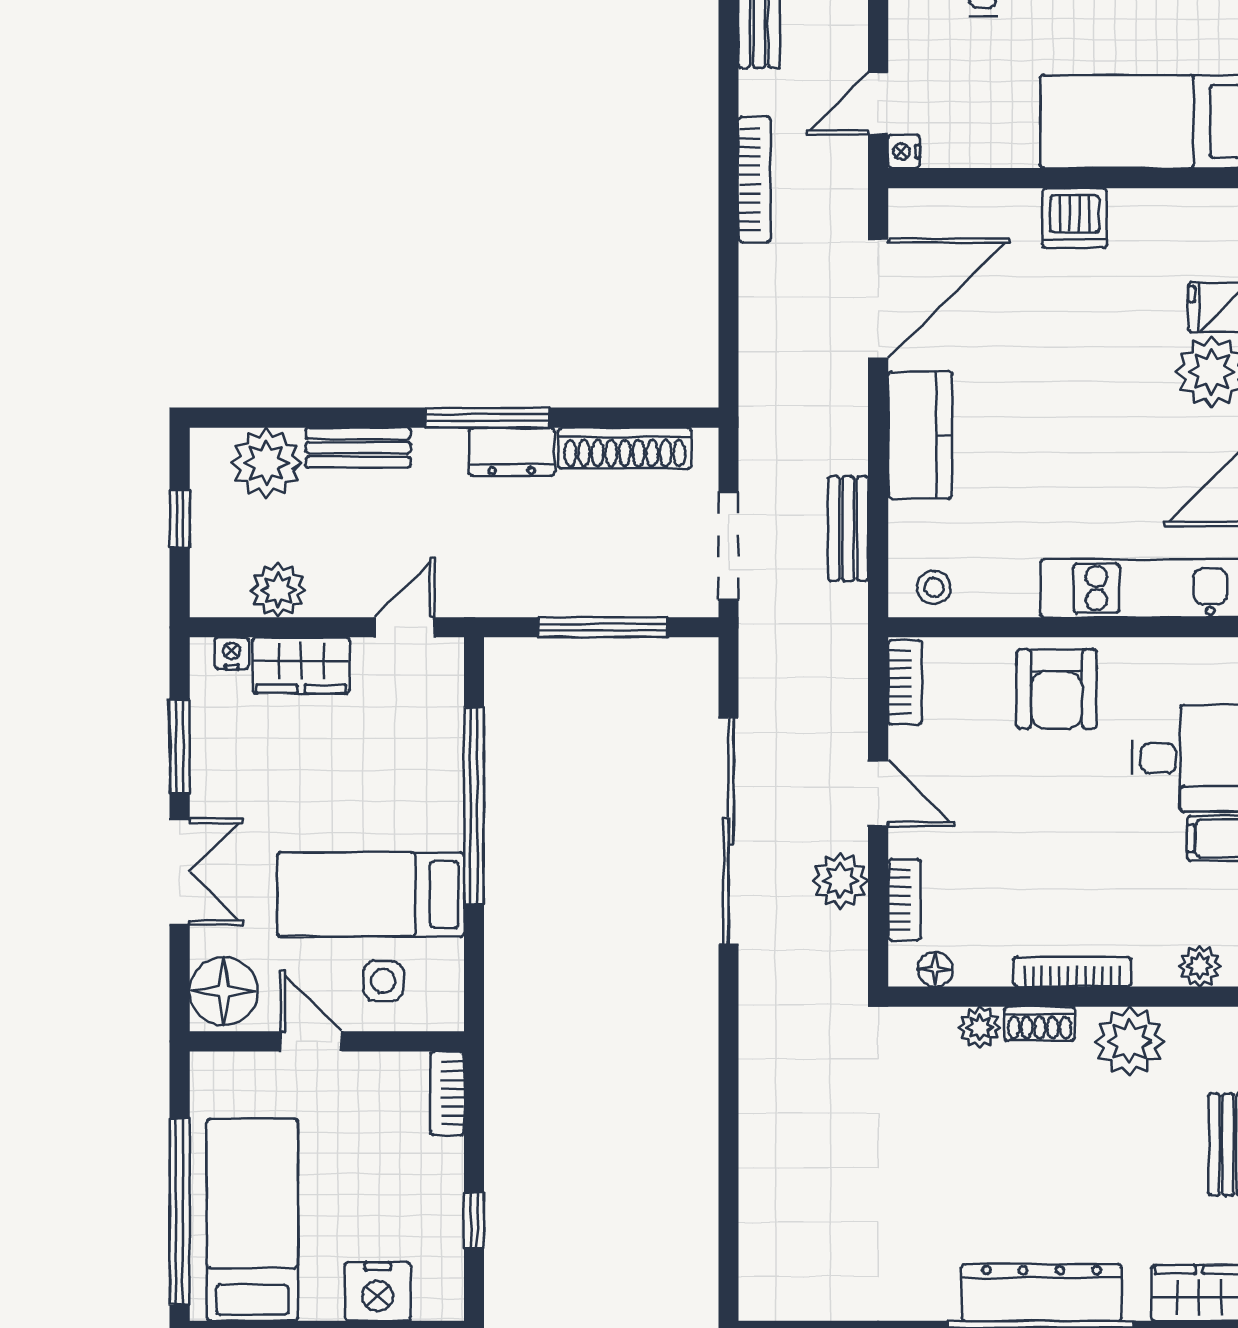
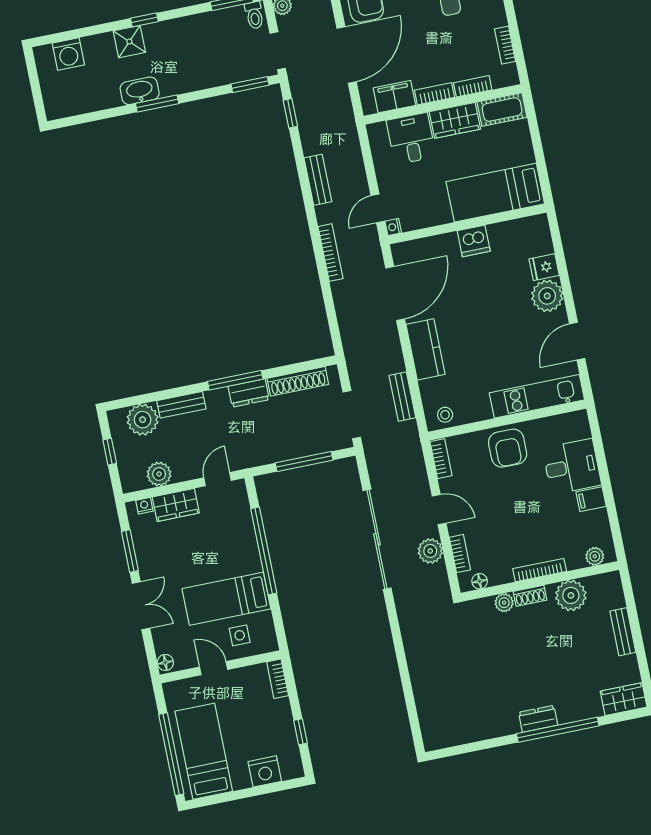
floor lamp: (224, 991) -> (165, 662), width x0.53, depth x0.53
dresser: (1042, 1292) -> (538, 719), width x0.51, depth x0.80

